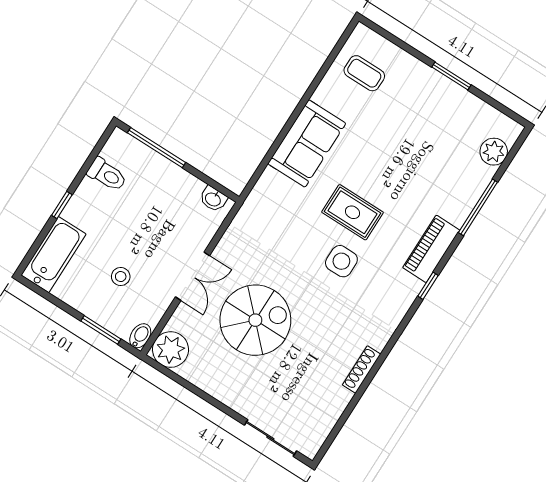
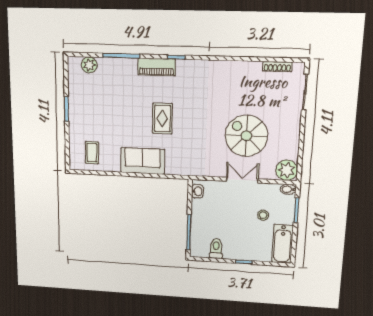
bathtub: (53, 255) -> (282, 244), moved, turned -90
side table: (341, 261) -> (190, 110), removed
shoe rack: (362, 370) -> (277, 67), moved

